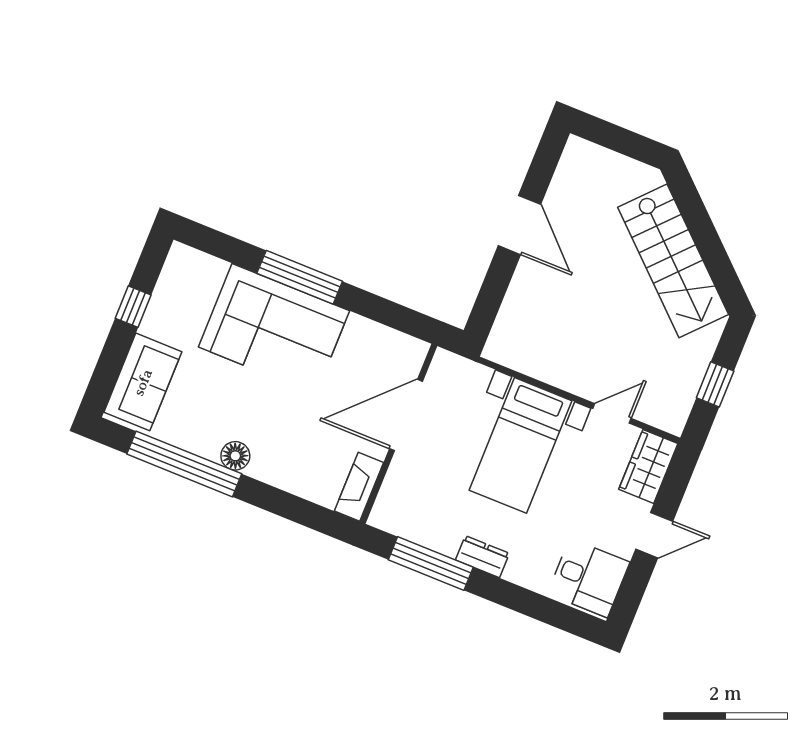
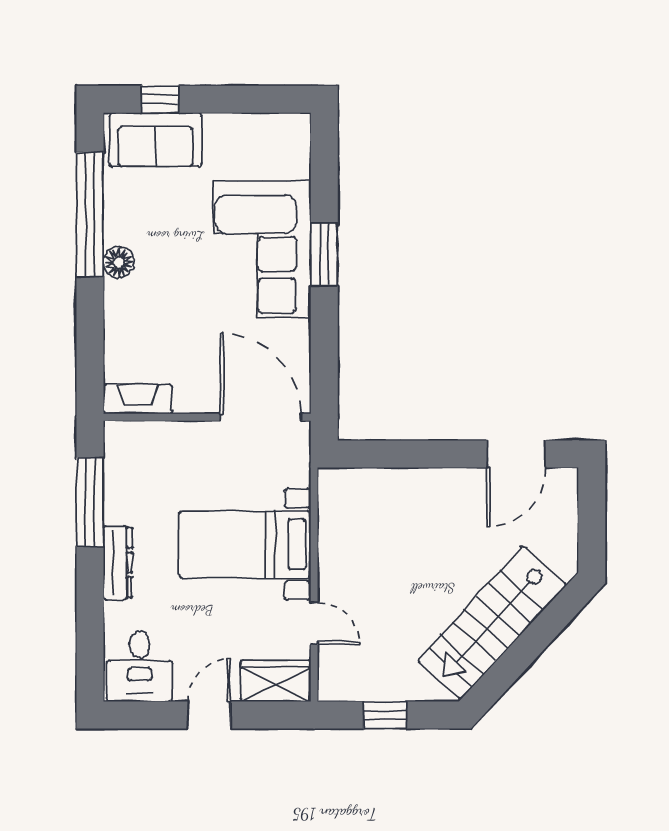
door: (519, 225) -> (516, 454), moved
window: (300, 277) -> (324, 255), width x0.69
window: (133, 307) -> (160, 99), moved
door: (406, 415) -> (261, 417), moved
door: (654, 535) -> (209, 715), swing flipped
dresser: (482, 557) -> (118, 563), width x1.44

